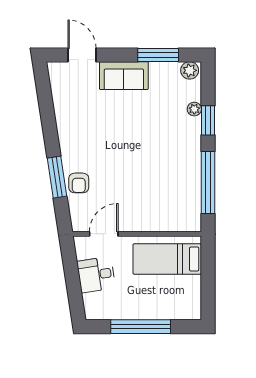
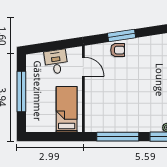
armchair: (79, 183) -> (118, 50), turned 180

